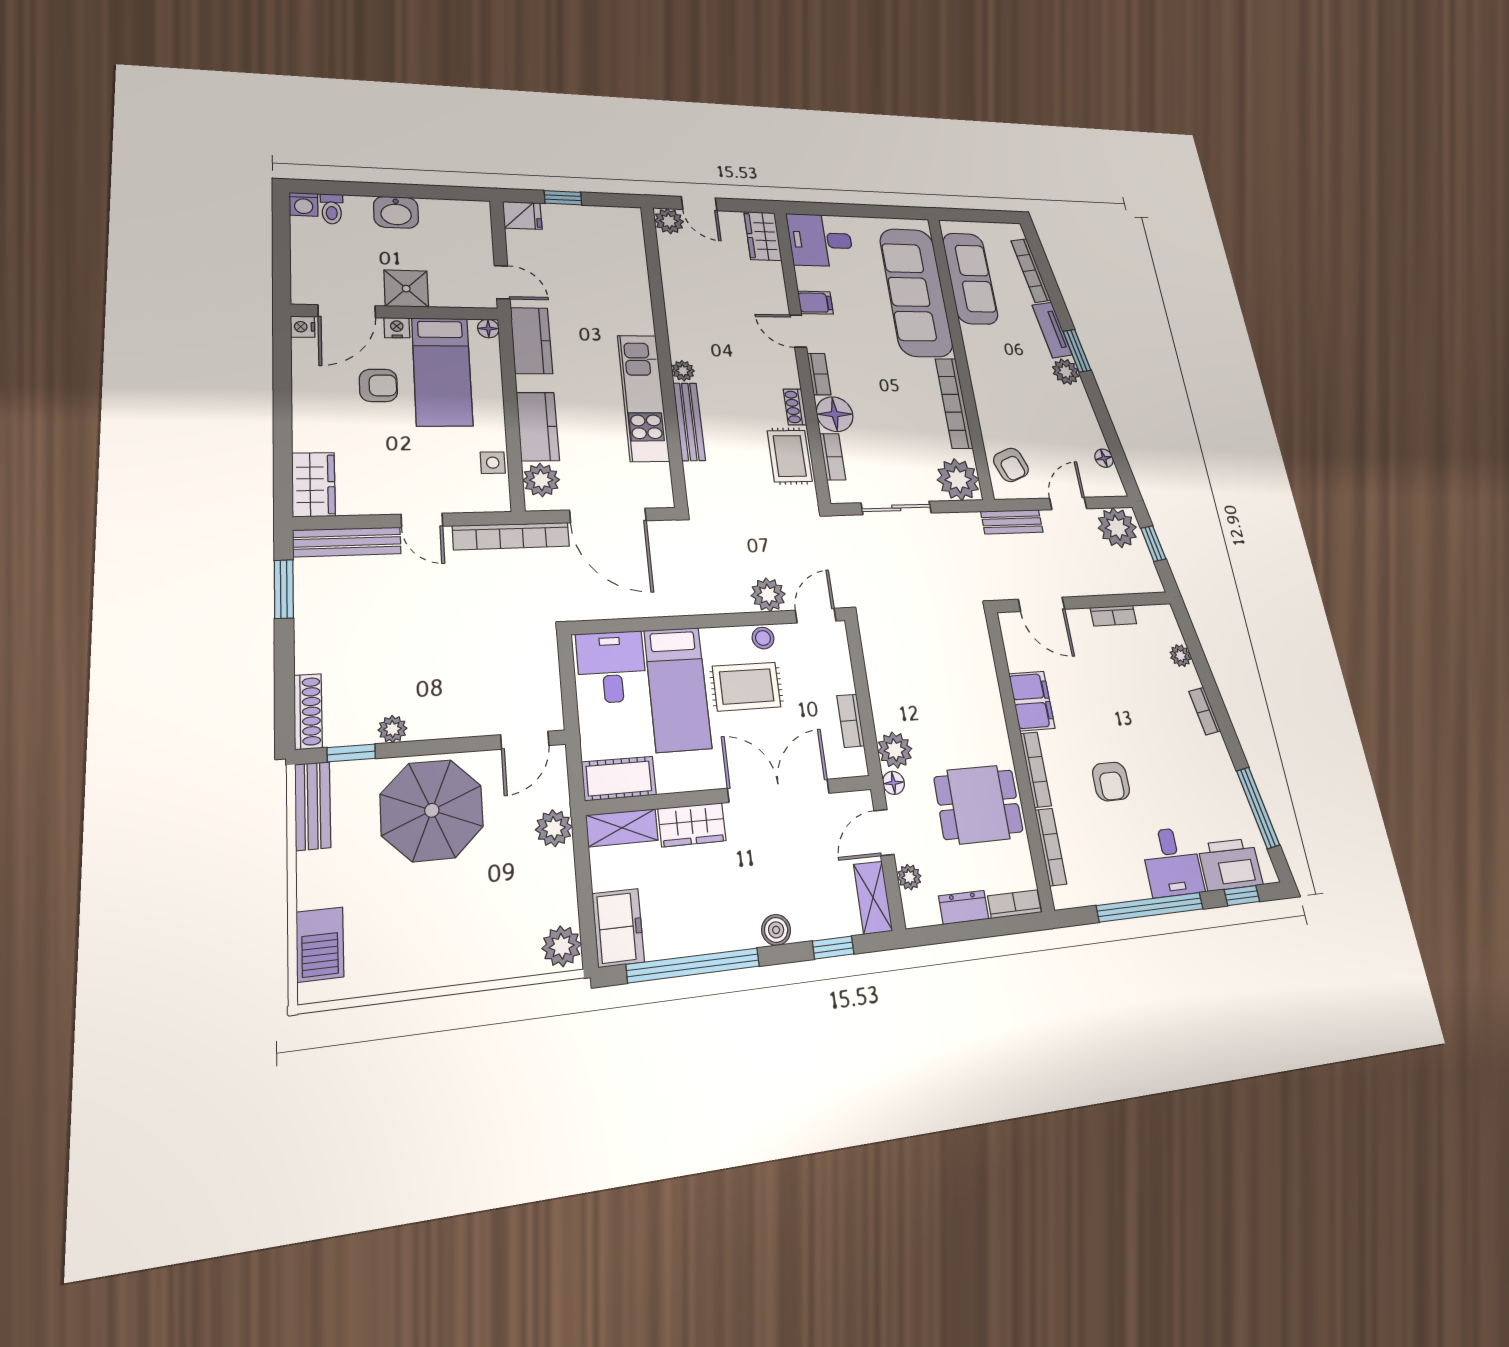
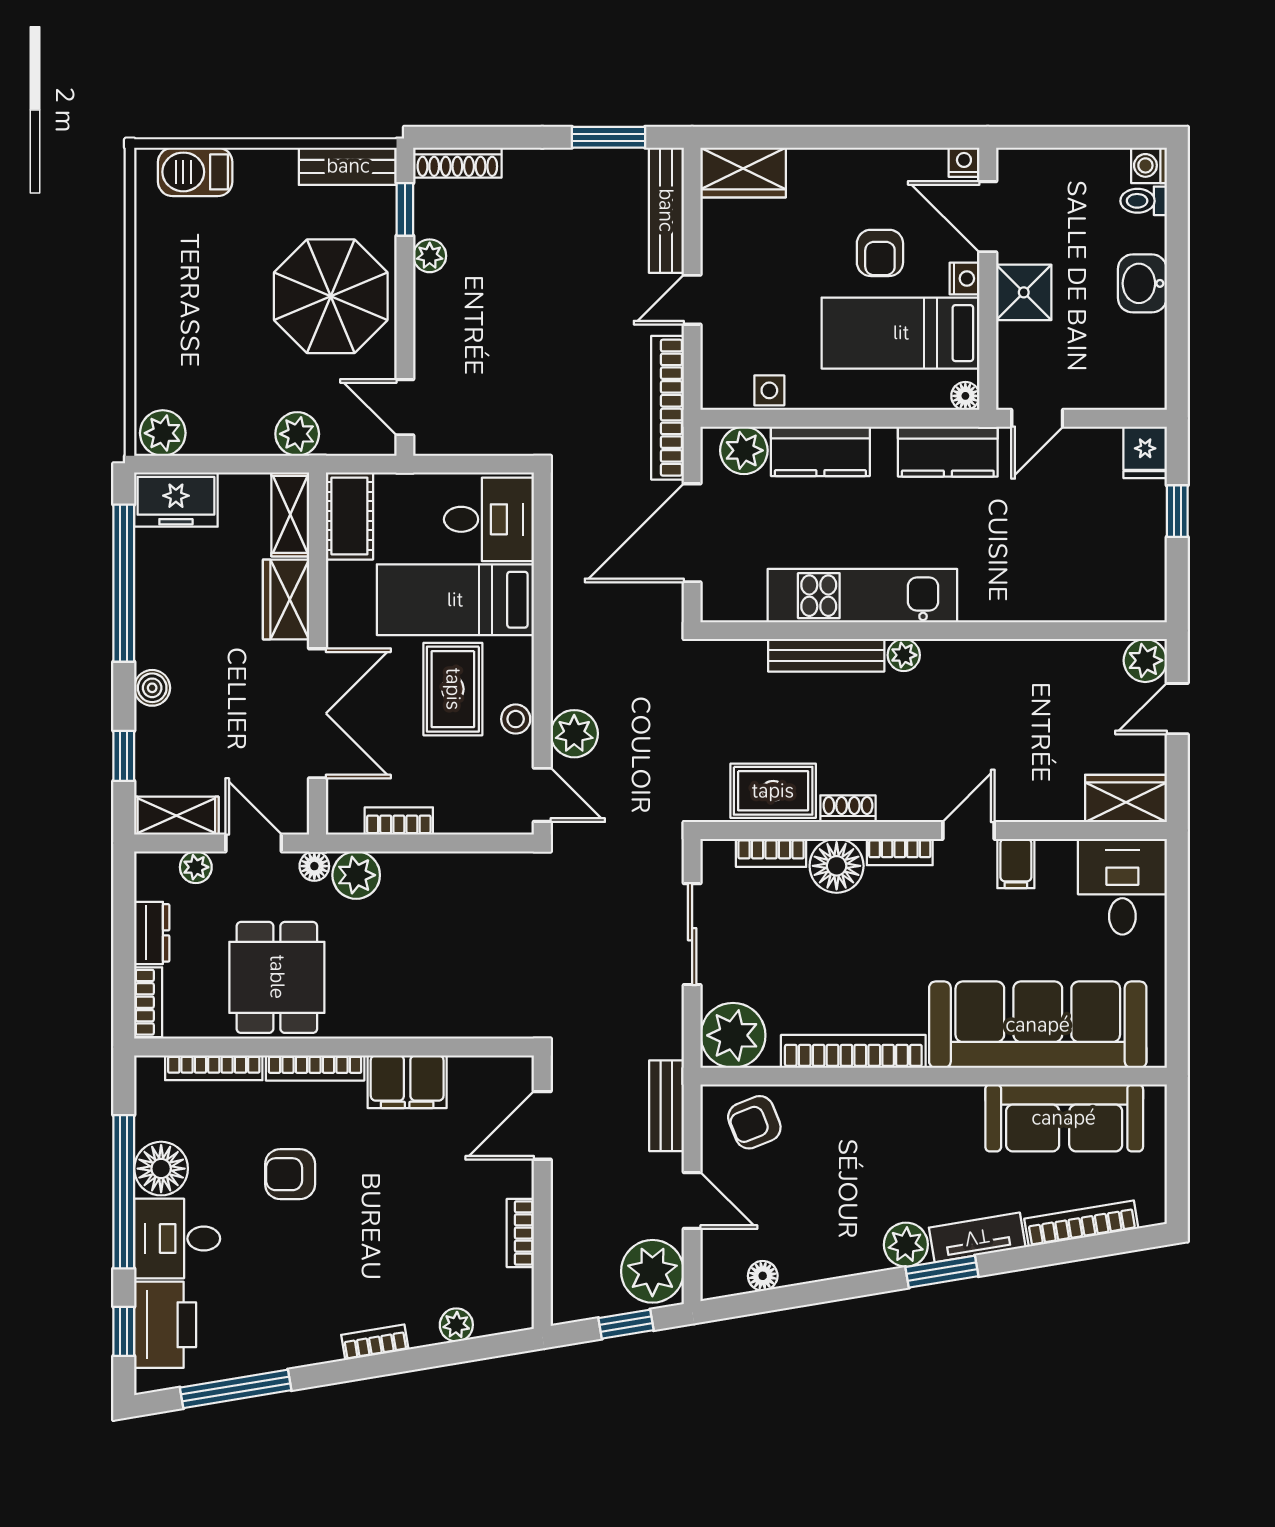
floor lamp: (1128, 880) -> (161, 1169), added

